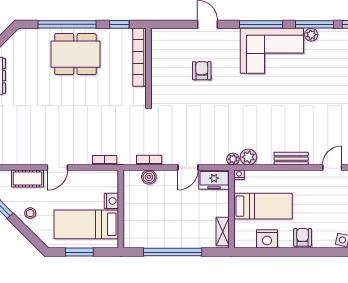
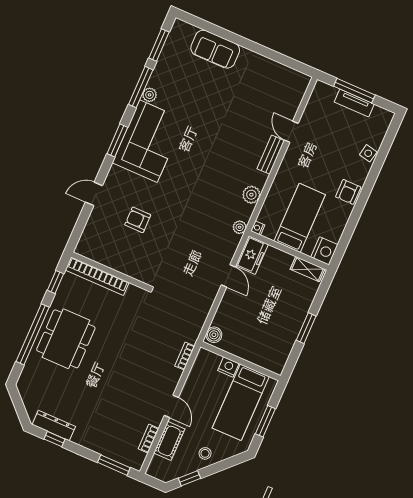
window: (261, 24) -> (117, 140), width x0.69
plant: (248, 157) -> (251, 195), moved
bench: (291, 159) -> (271, 155), moved
bookcase: (149, 160) -> (149, 439), moved
boiler: (149, 177) -> (214, 335), moved
armchair: (303, 237) -> (348, 192), turned -90
nightstand: (267, 239) -> (324, 251), moved
window: (173, 252) -> (306, 328), width x0.47

